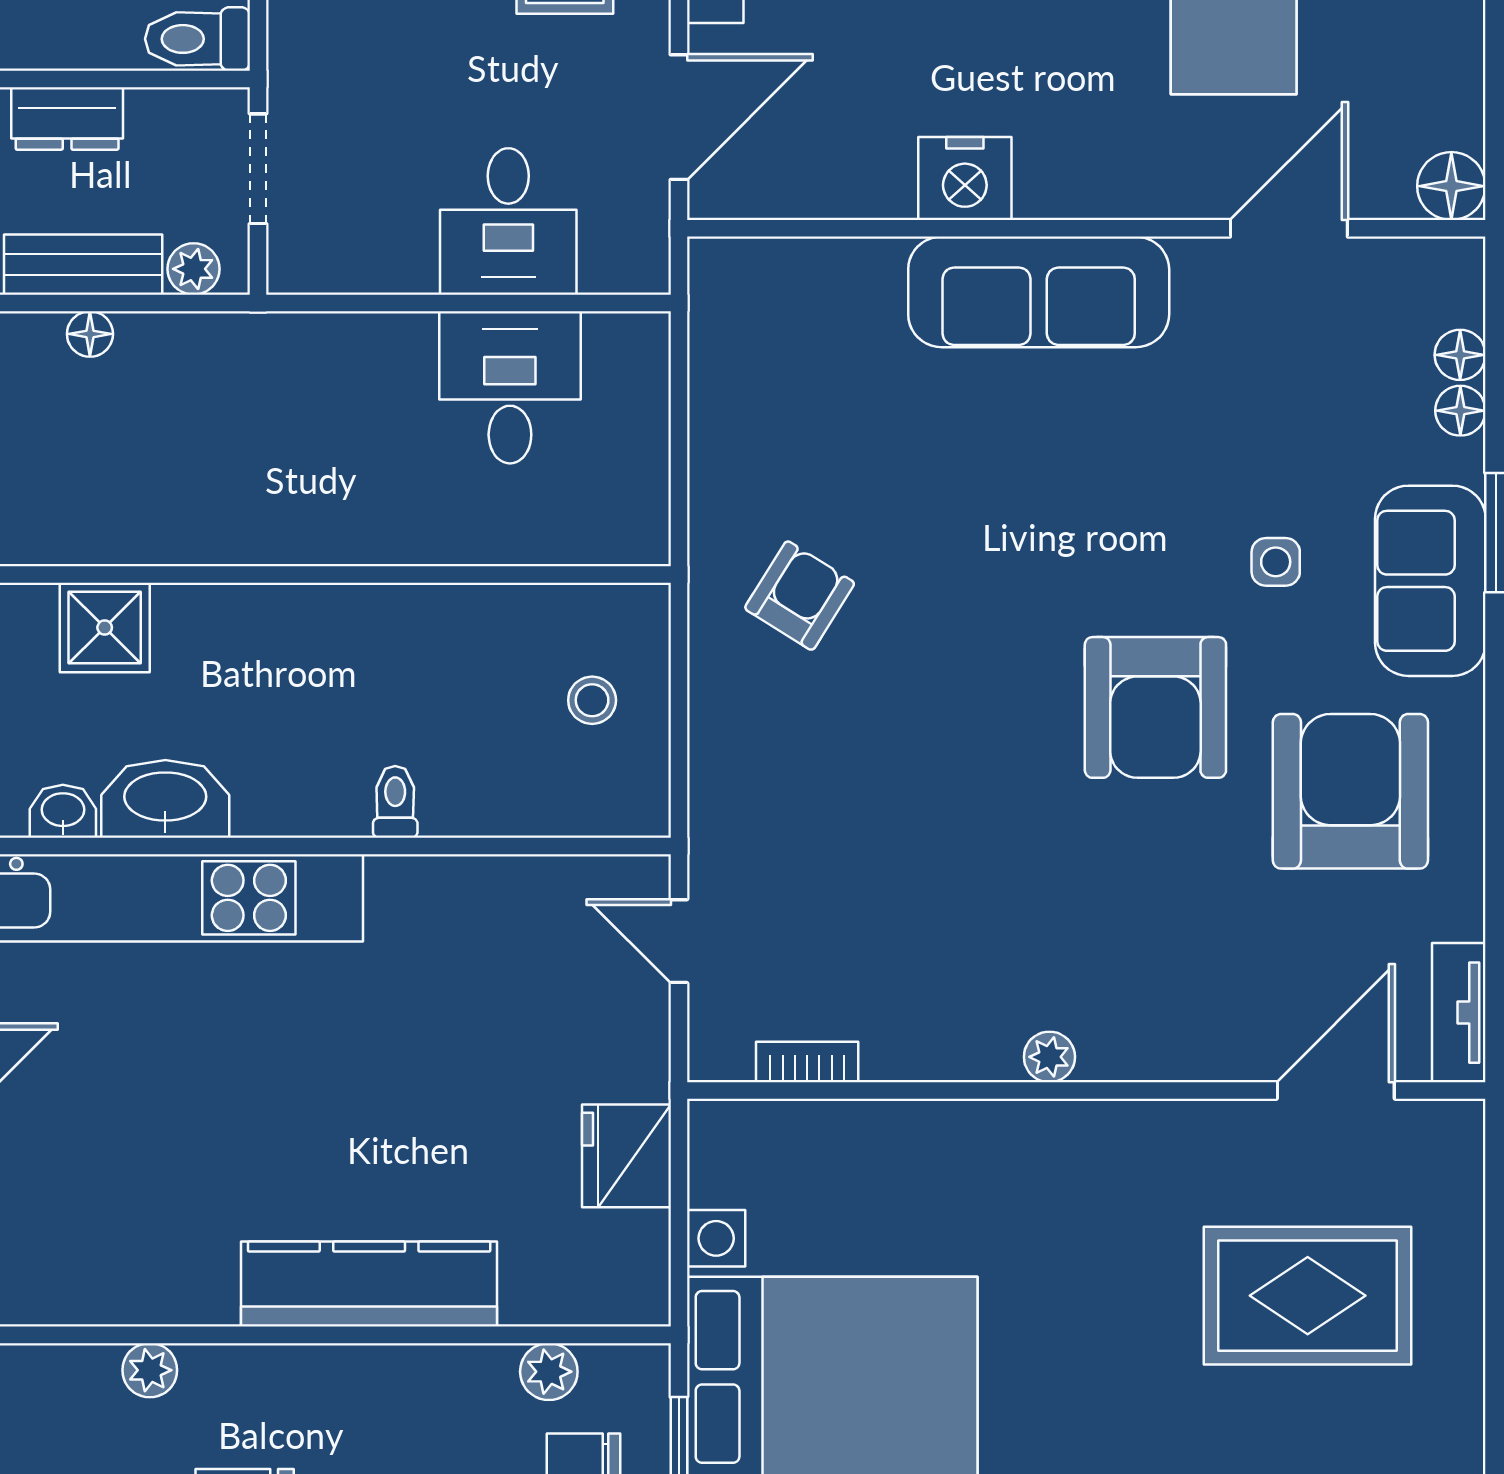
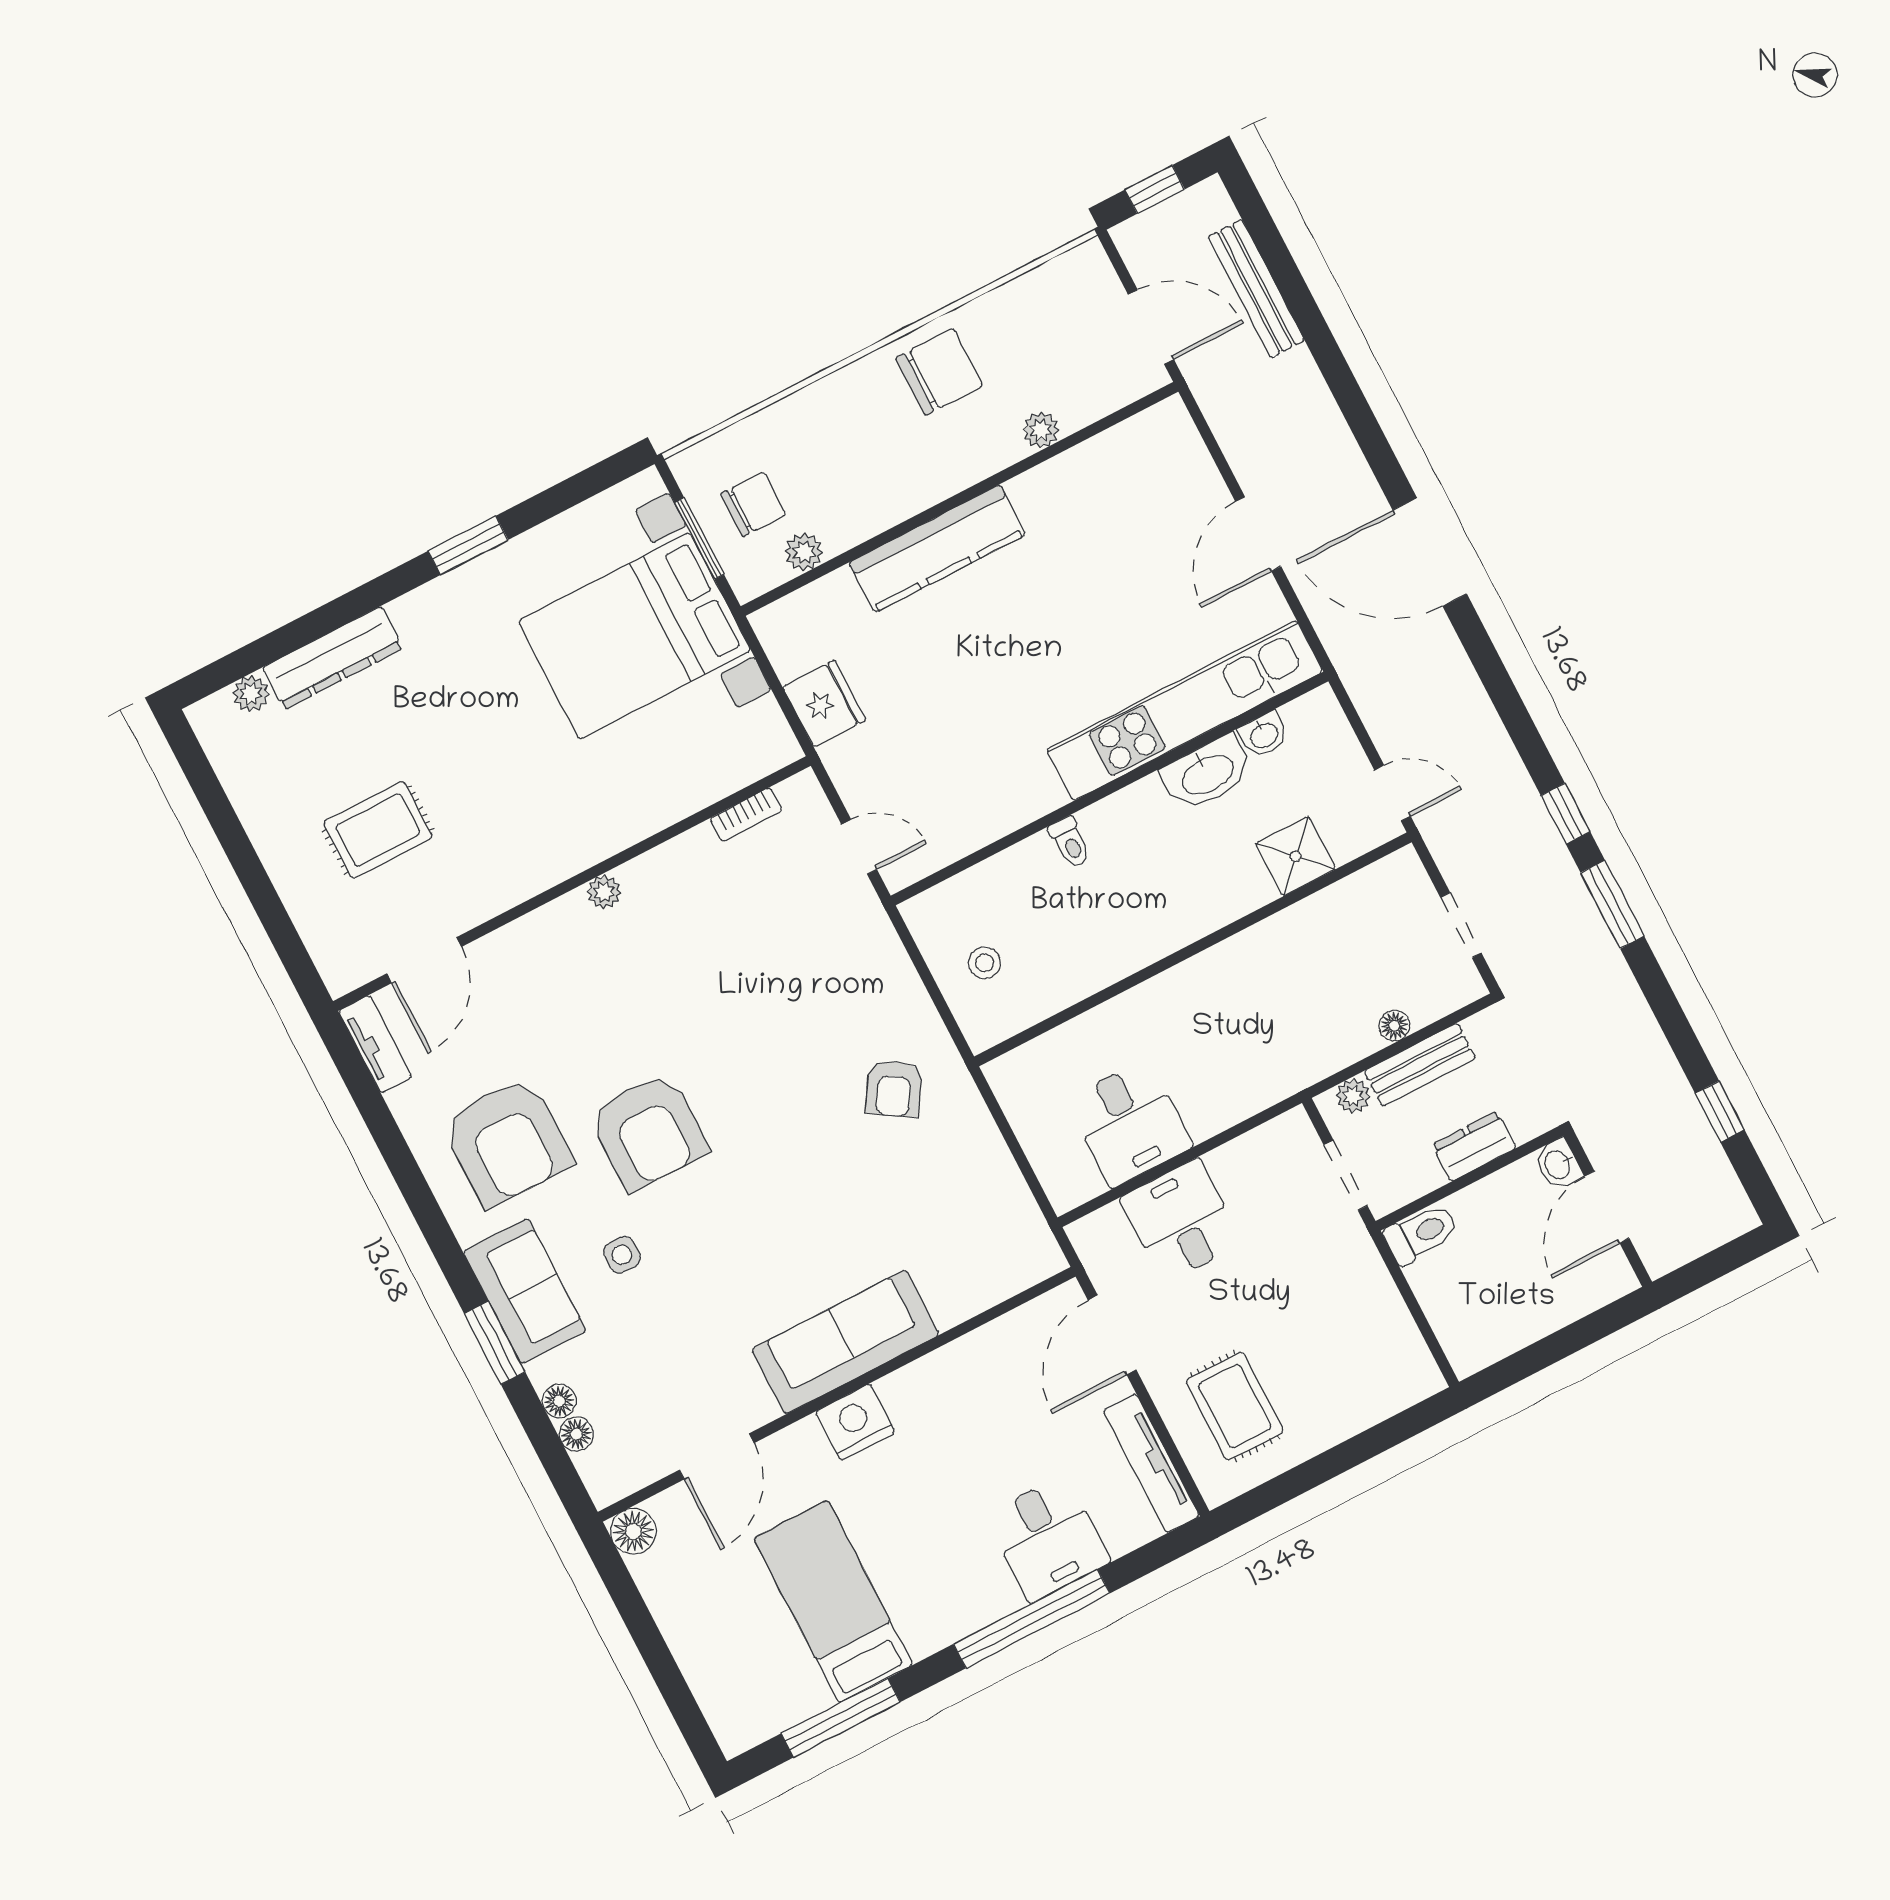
nightstand: (965, 178) -> (855, 1422), moved
armchair: (1155, 707) -> (649, 1132), turned 180
rug: (1308, 1296) -> (378, 830), width x0.73, depth x0.70

